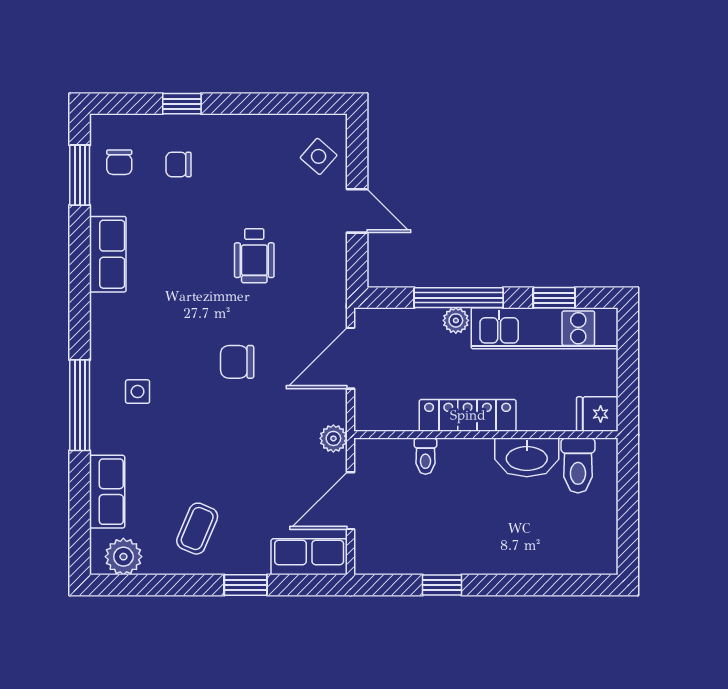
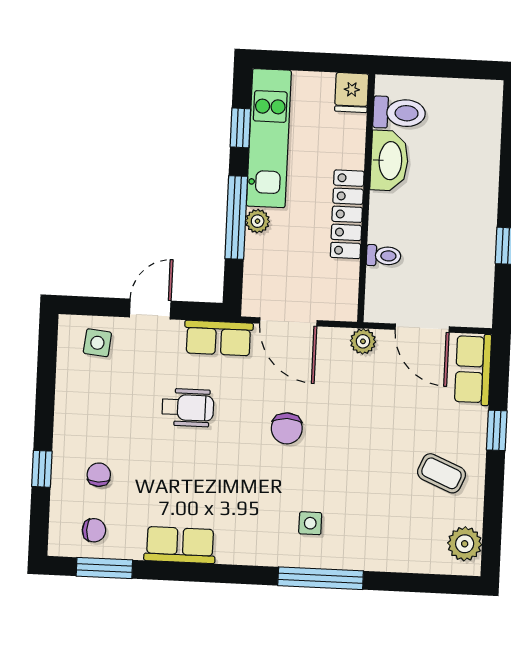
side table: (319, 156) -> (97, 343), turned -35
chair: (179, 164) -> (99, 475), turned 180
row of seats: (107, 492) -> (218, 338), moved, turned 180

